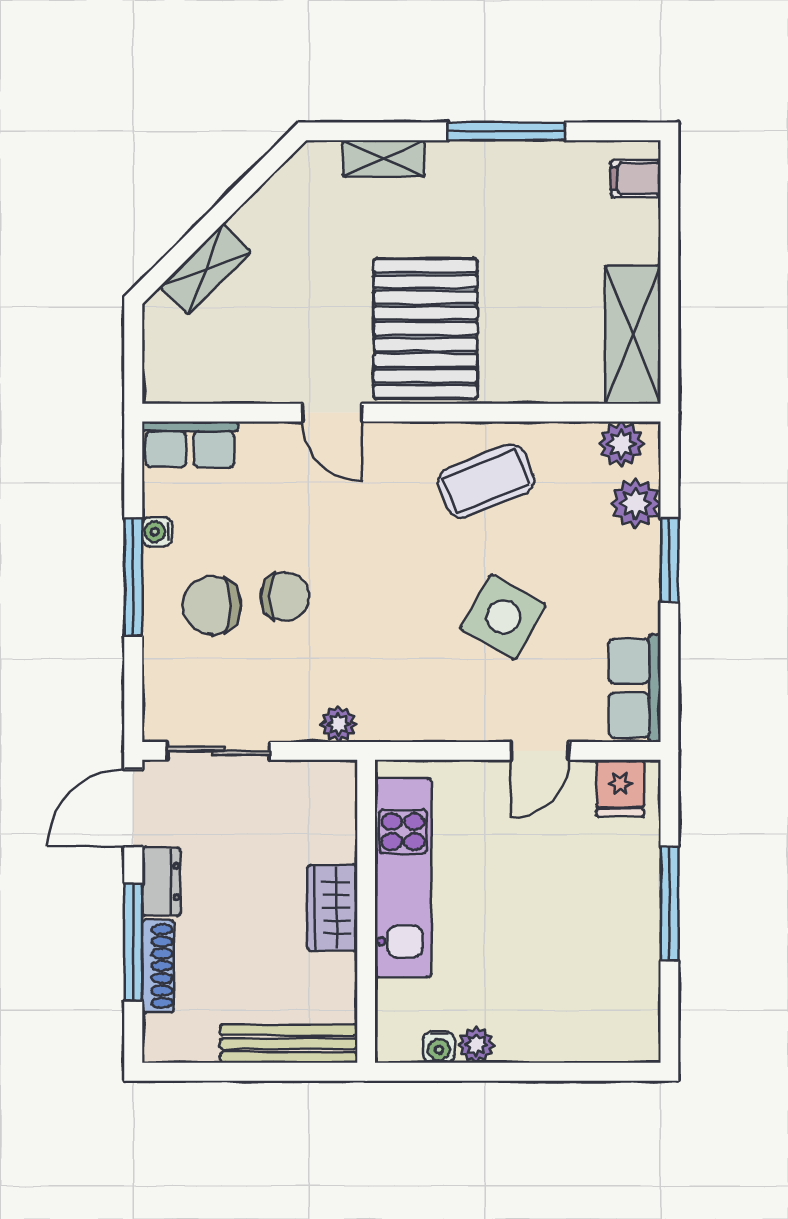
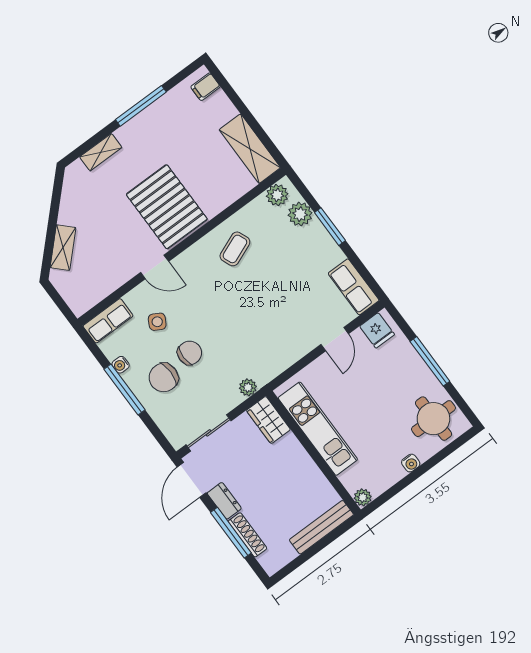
coffee table: (486, 481) -> (235, 249), width x0.73, depth x0.77
side table: (503, 617) -> (157, 322), moved, width x0.54, depth x0.54
wardrobe: (332, 908) -> (268, 420), moved
round table: (605, 1002) -> (433, 419), added
plant: (476, 1045) -> (363, 497), moved
water cooler: (439, 1047) -> (411, 463), moved

